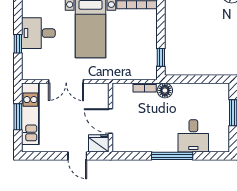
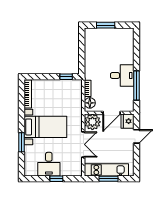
floor lamp: (165, 90) -> (90, 103), moved
plant: (98, 94) -> (92, 122), added
desk: (193, 136) -> (122, 75), moved
window: (172, 156) -> (137, 85), moved

